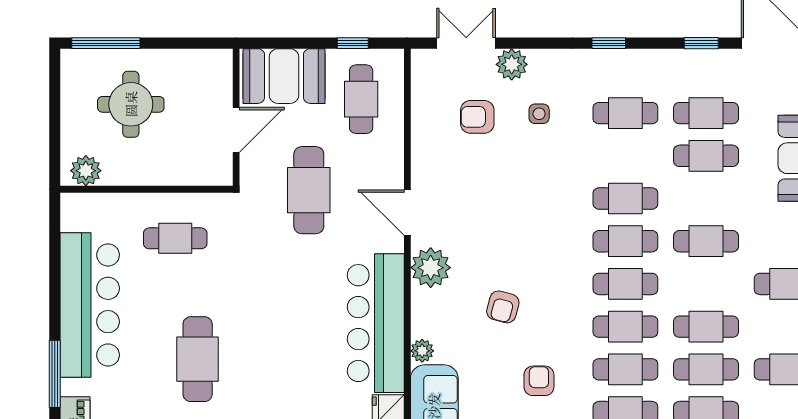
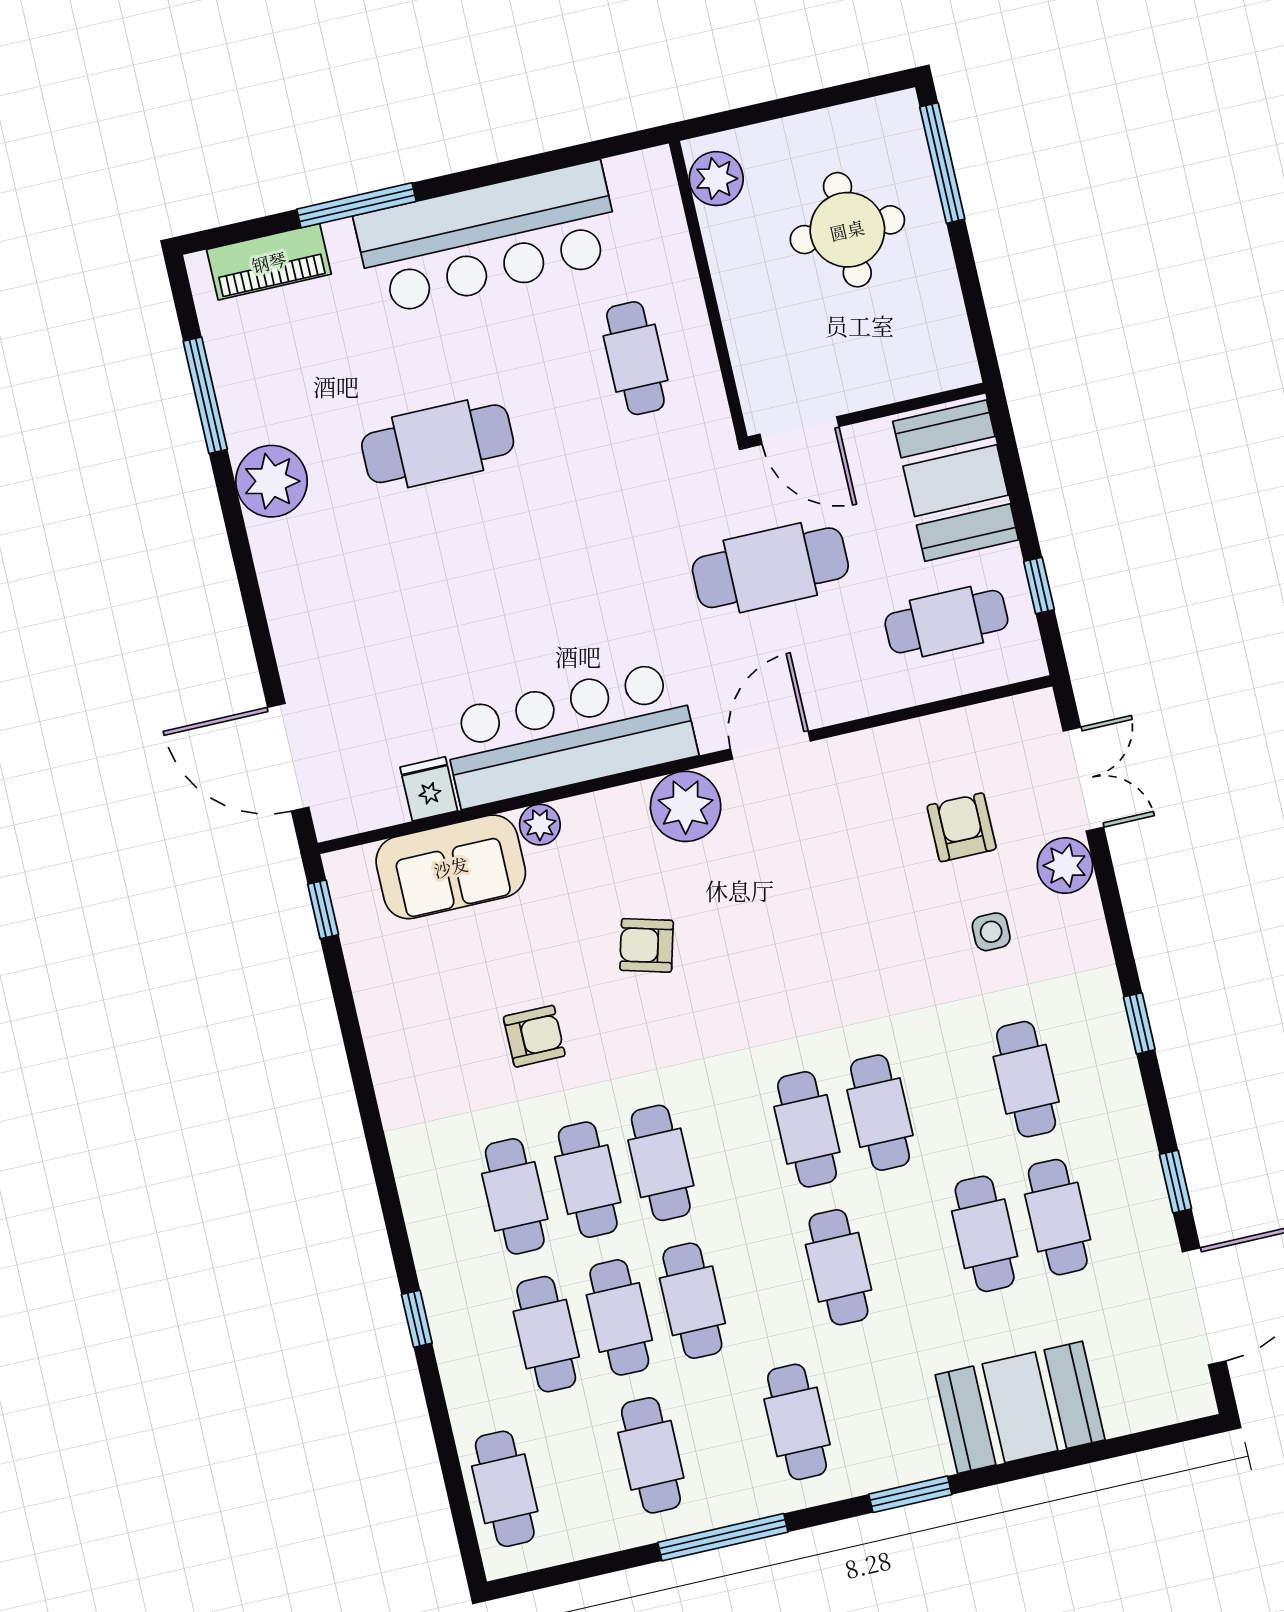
door: (236, 130) -> (799, 430), moved
cafe table: (625, 284) -> (734, 1146), removed

